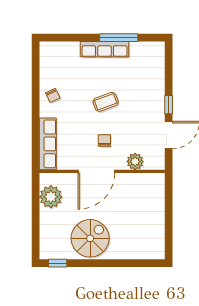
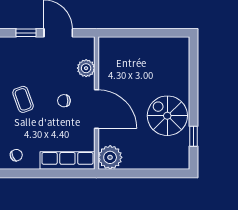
plant: (51, 197) -> (110, 157), moved
window: (58, 263) -> (194, 136), moved

